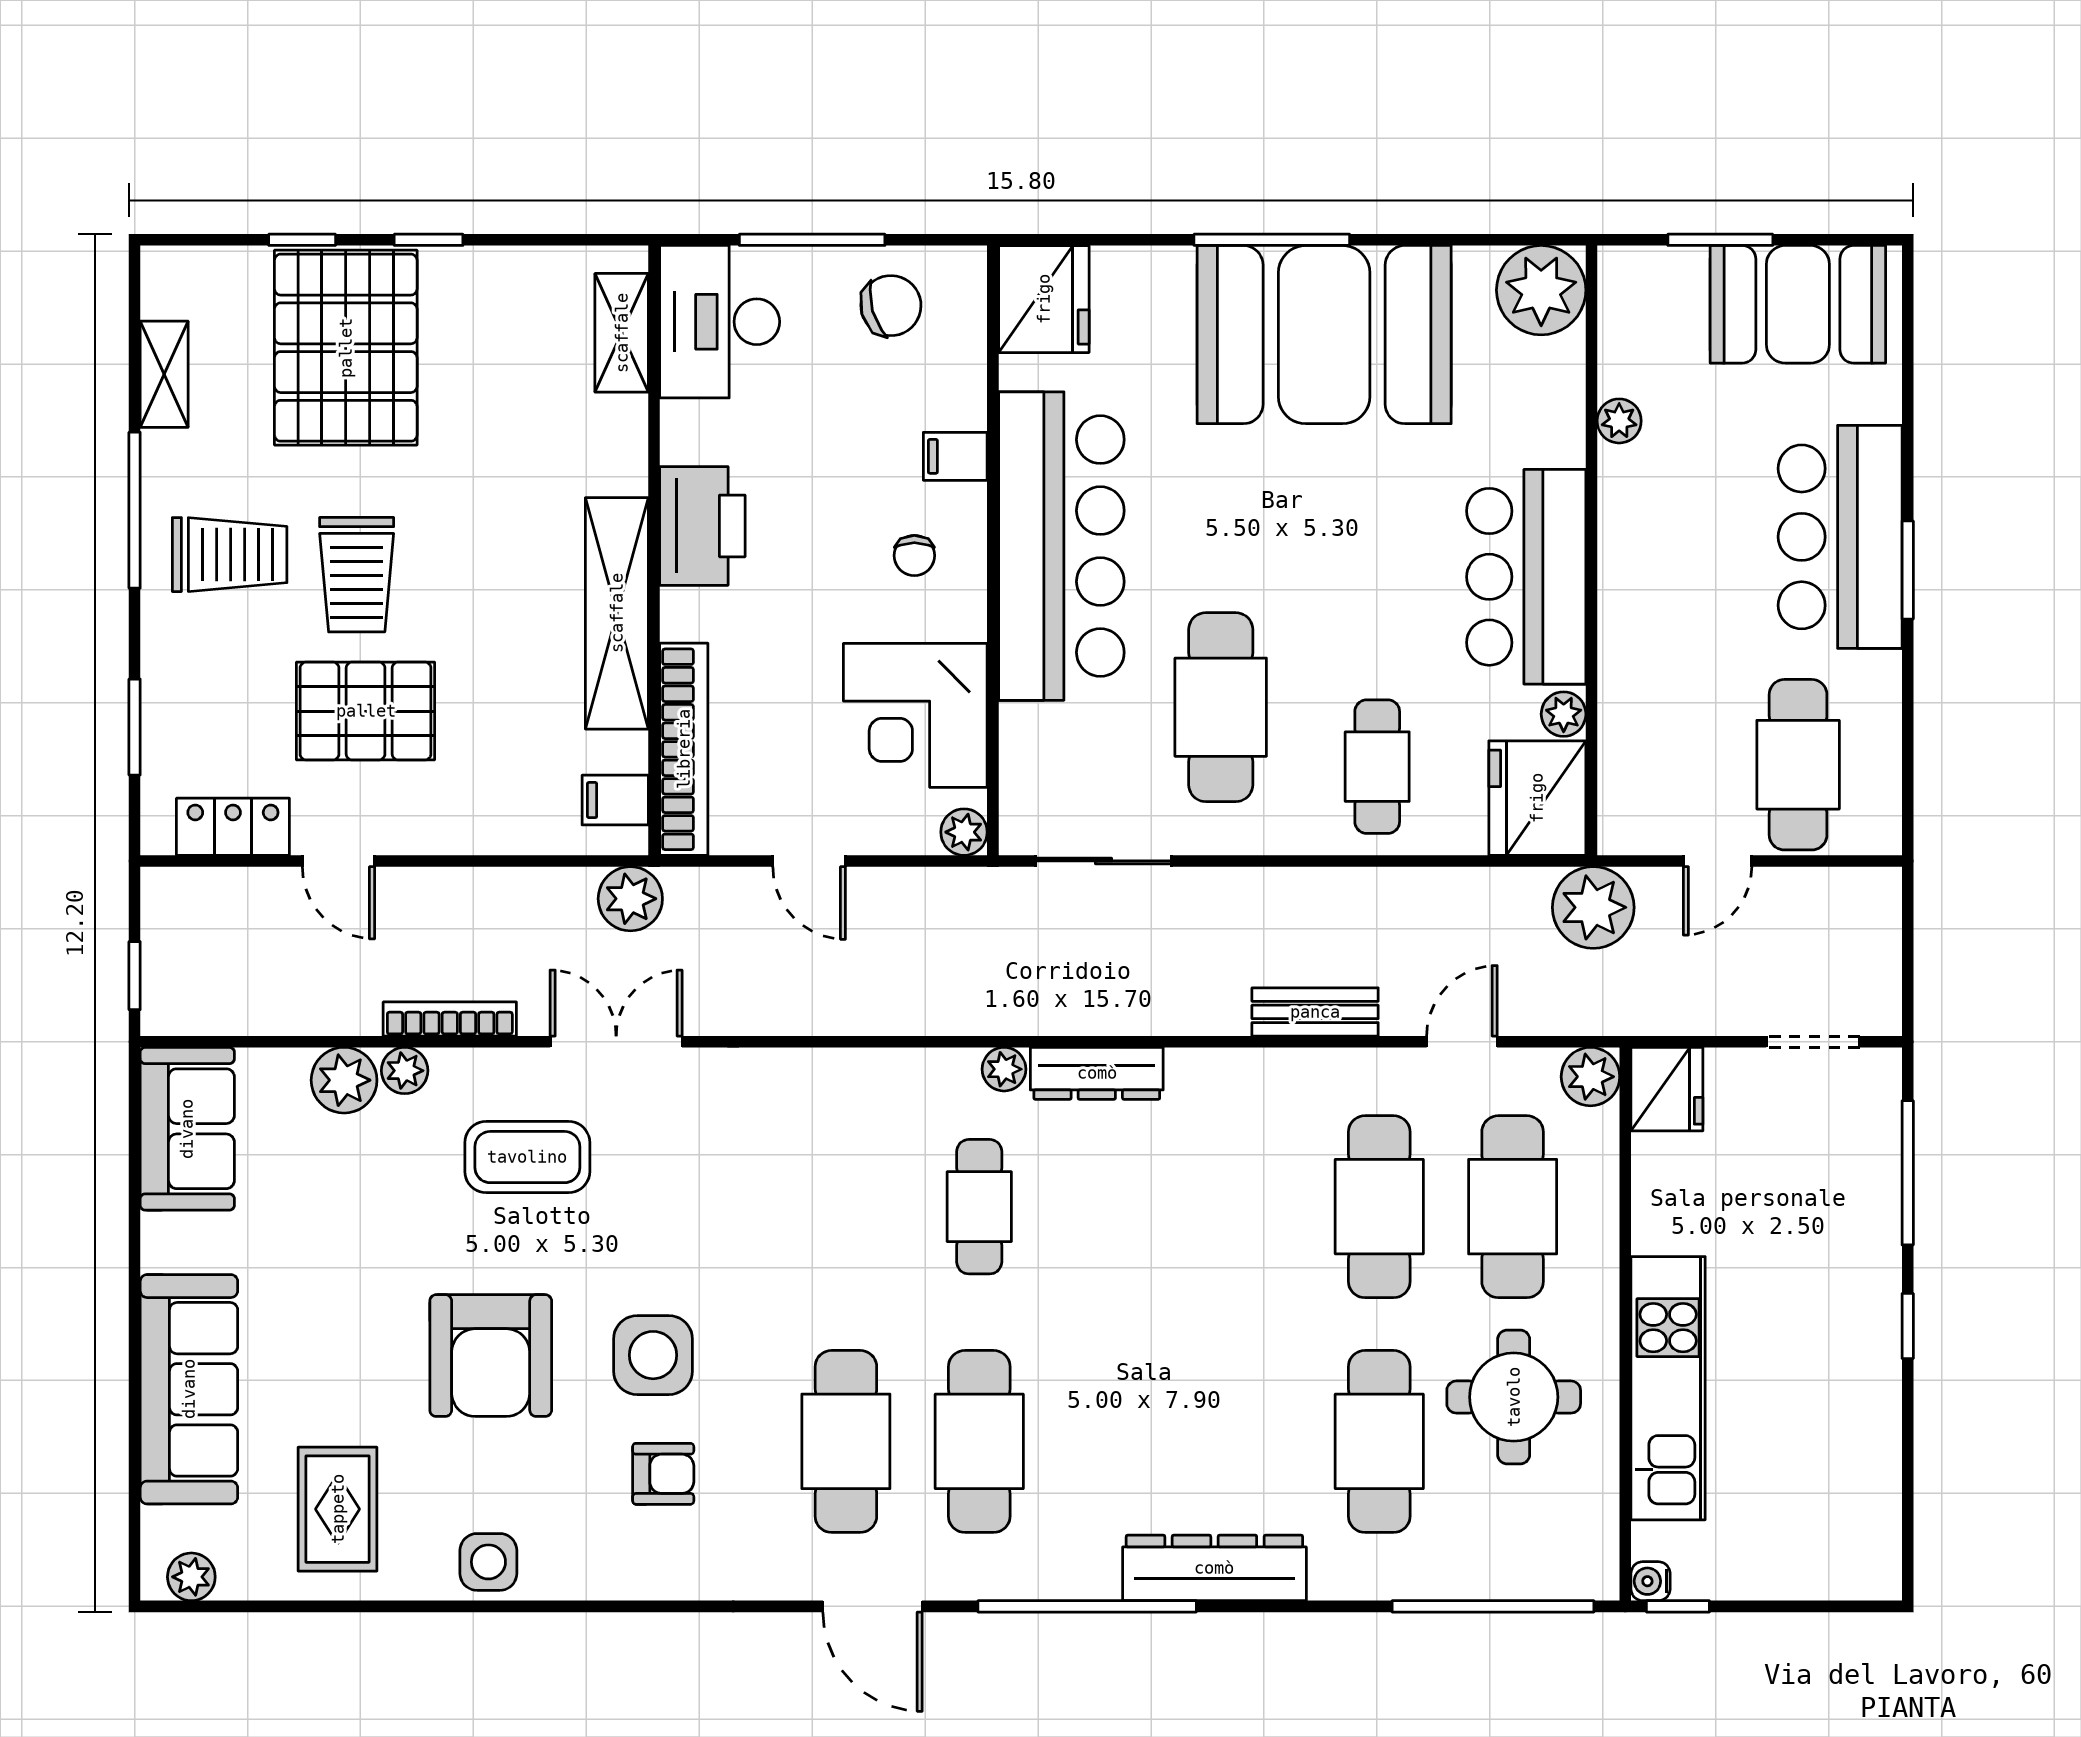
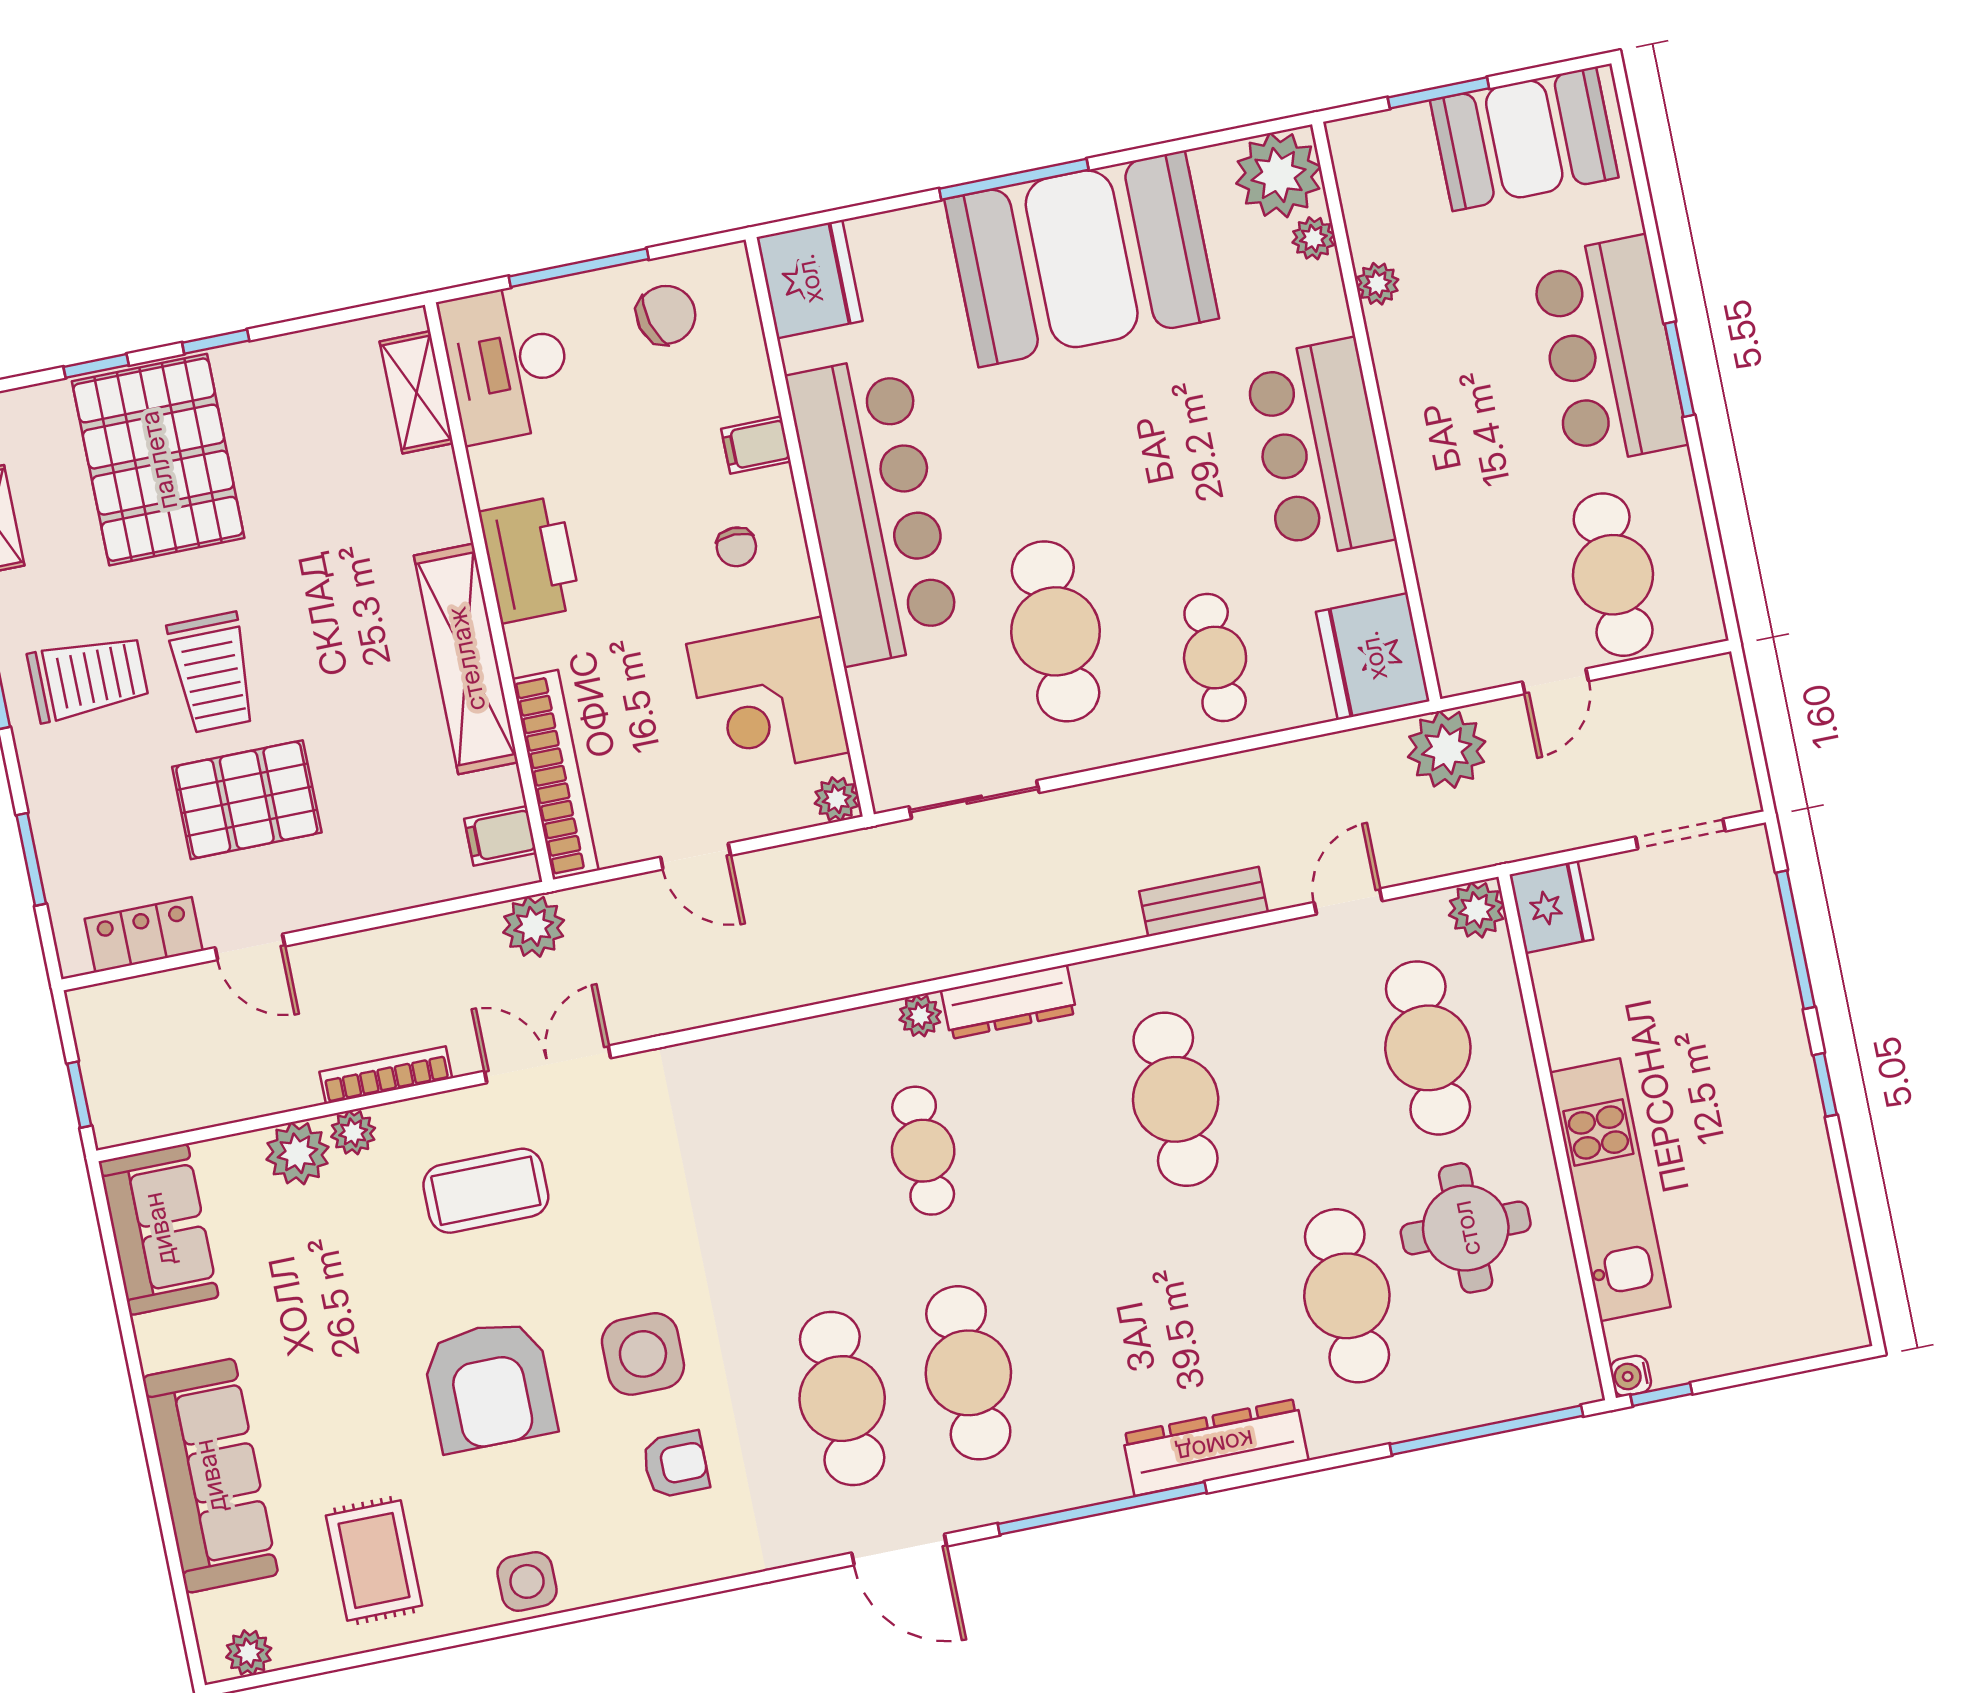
plant: (1564, 714) -> (1313, 238), moved
cafe table: (1379, 1207) -> (1176, 1099), moved

